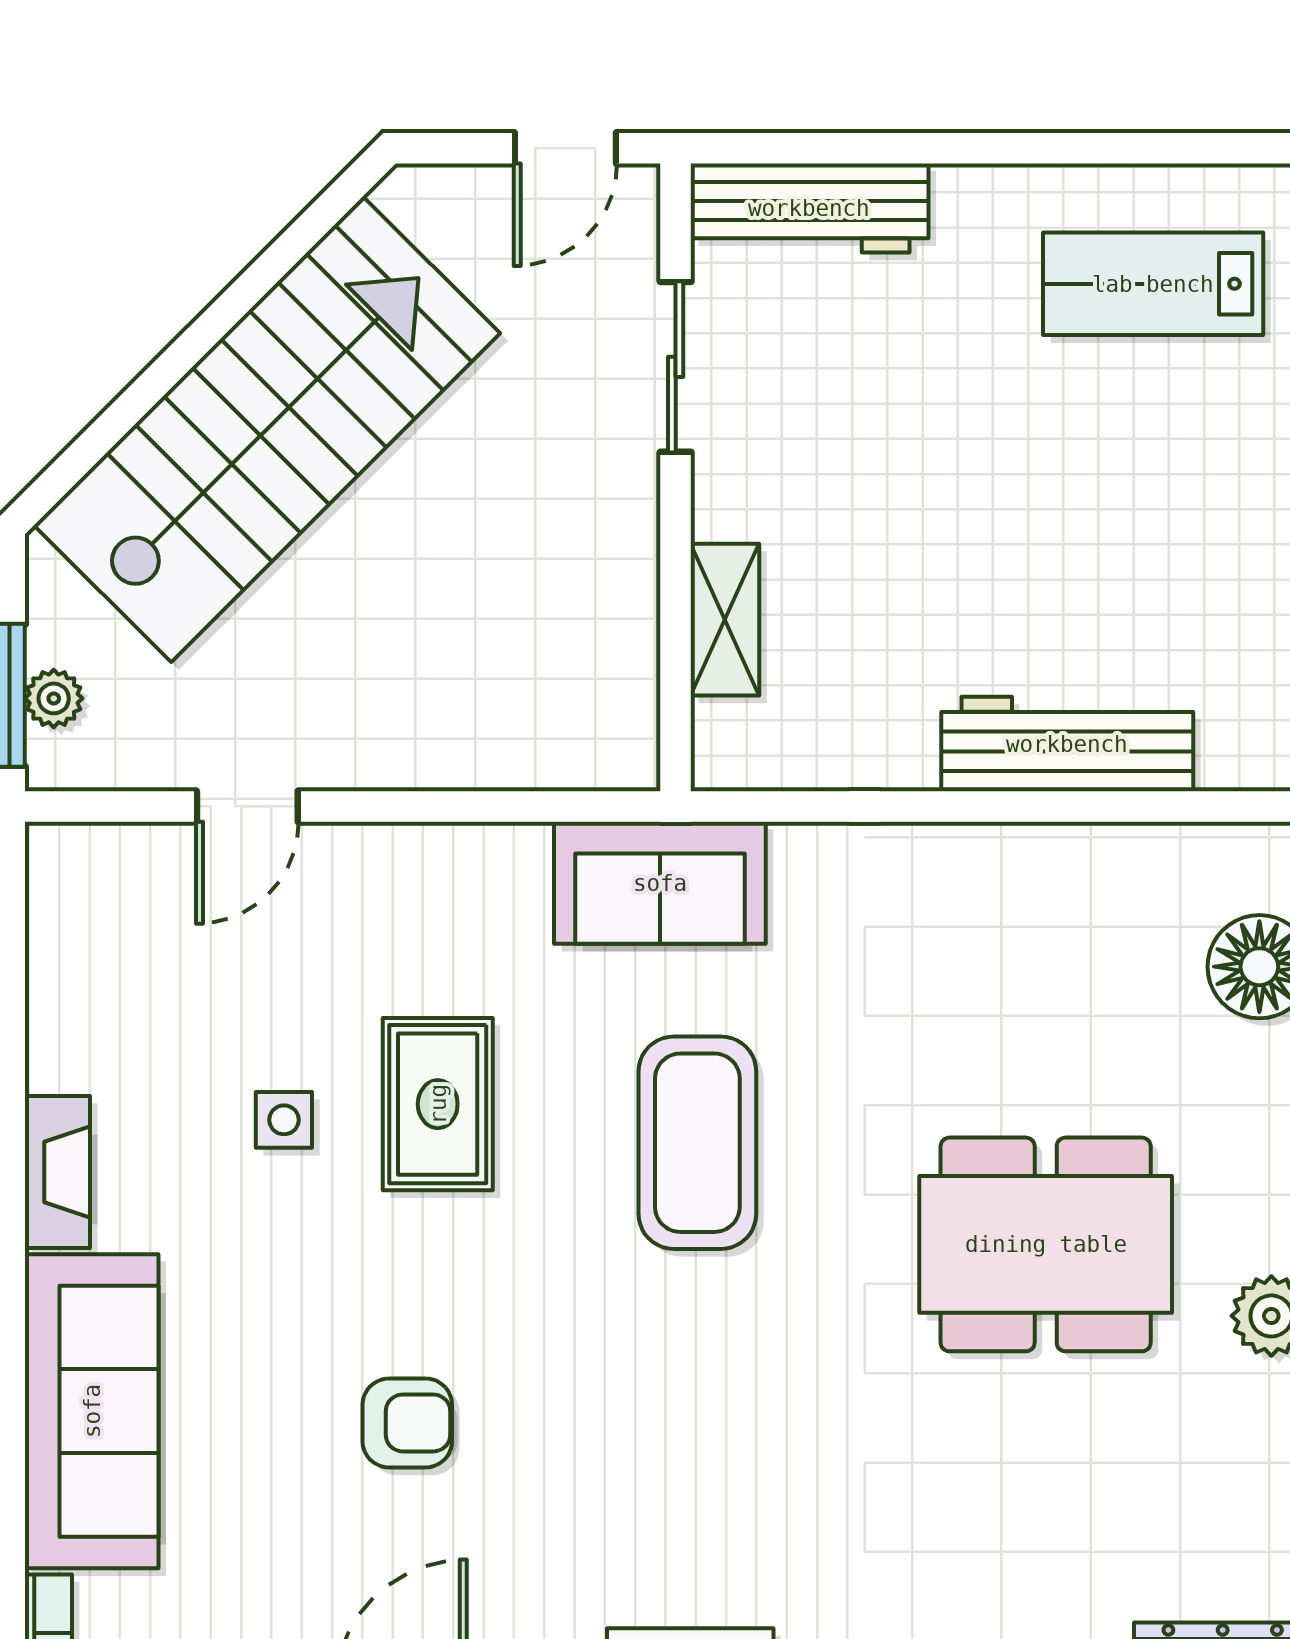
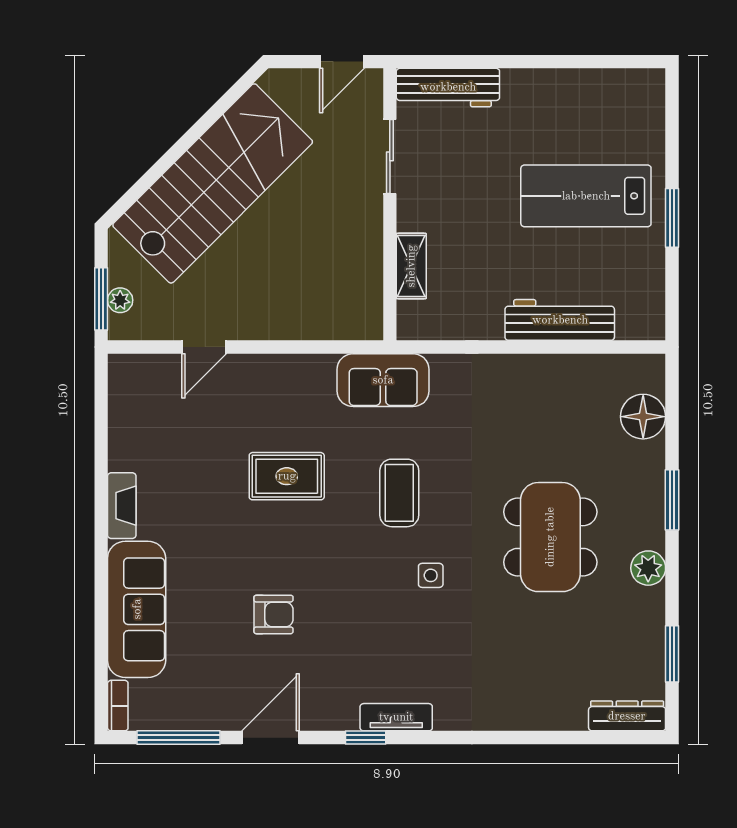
lab bench: (1153, 284) -> (586, 196), moved, width x1.36, depth x1.39
rug: (438, 1104) -> (287, 476), turned 90
side table: (284, 1120) -> (431, 575), moved
coffee table: (697, 1143) -> (399, 493), width x0.73, depth x0.76
dining table: (1046, 1244) -> (550, 537), turned 90

